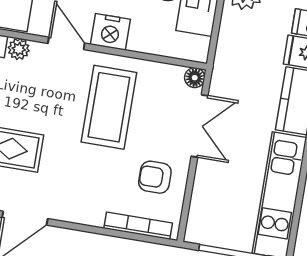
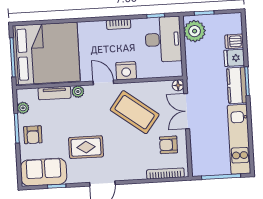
coffee table: (109, 107) -> (135, 112), turned -53
double door: (200, 126) -> (187, 111), swing flipped

